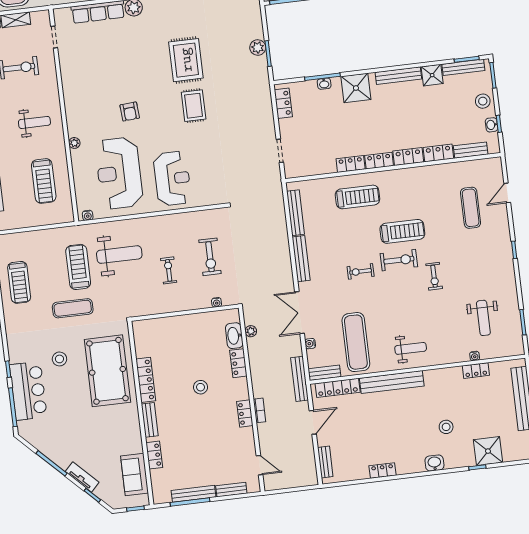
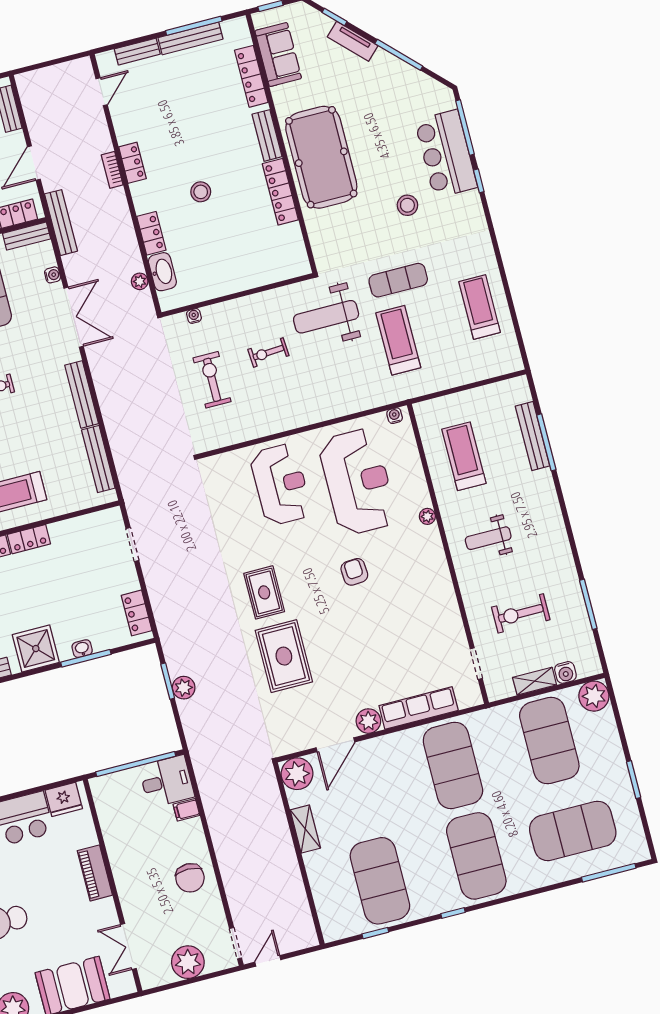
reception desk: (172, 178) -> (281, 484), turned 180
weight bench: (119, 255) -> (326, 317), moved
treadmill: (78, 267) -> (398, 340), turned 180
exercise bike: (169, 270) -> (268, 353), turned 86
pool table: (107, 371) -> (321, 157), moved
locker: (154, 455) -> (251, 76), width x1.53
door: (259, 465) -> (102, 92), swing flipped

